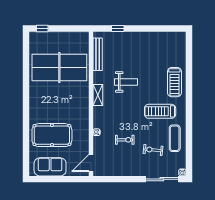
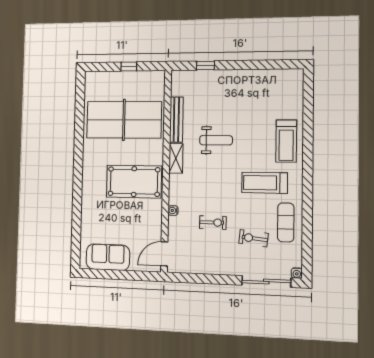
window: (42, 28) -> (129, 66), moved
bench: (98, 54) -> (176, 120), moved
pool table: (52, 135) -> (134, 182), moved

